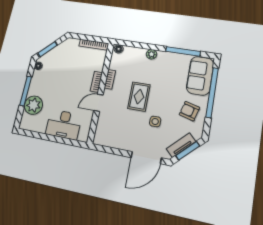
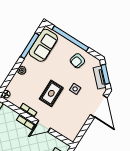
sofa: (200, 76) -> (43, 45), moved, turned -90
rug: (139, 97) -> (51, 93), turned 90
door: (98, 103) -> (43, 126), hinge flipped

